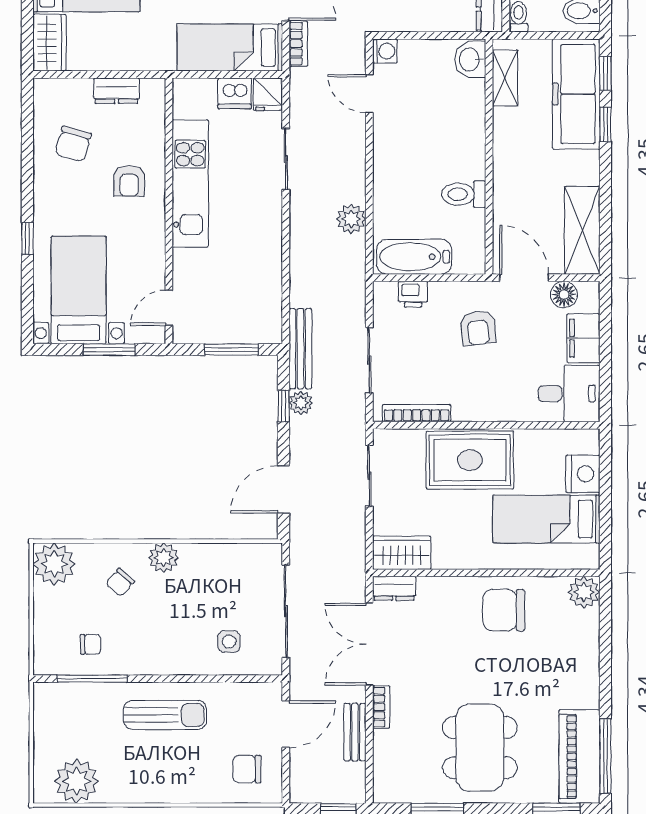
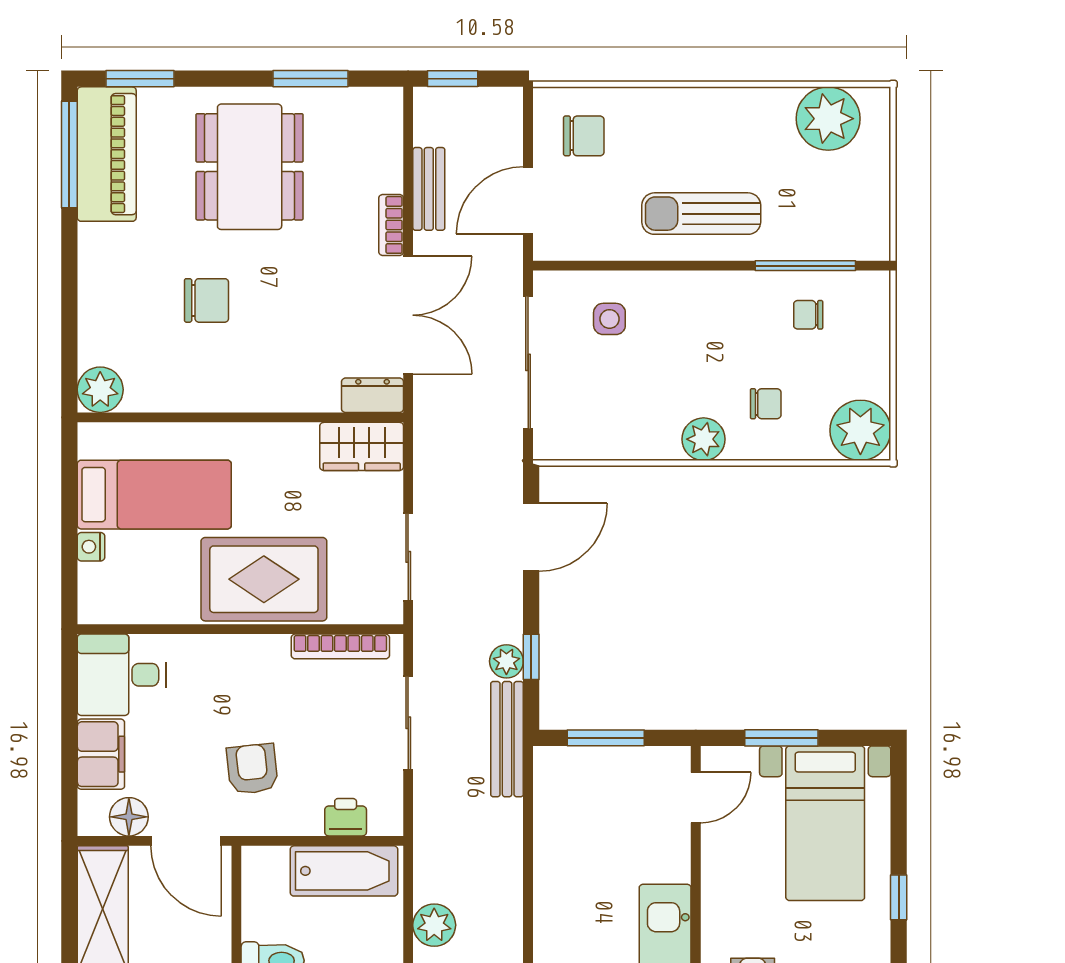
nightstand: (583, 474) -> (91, 547), width x0.53, depth x0.56
chair: (120, 582) -> (766, 404), turned 49
chair: (504, 610) -> (207, 300), moved, width x0.73, depth x0.73

